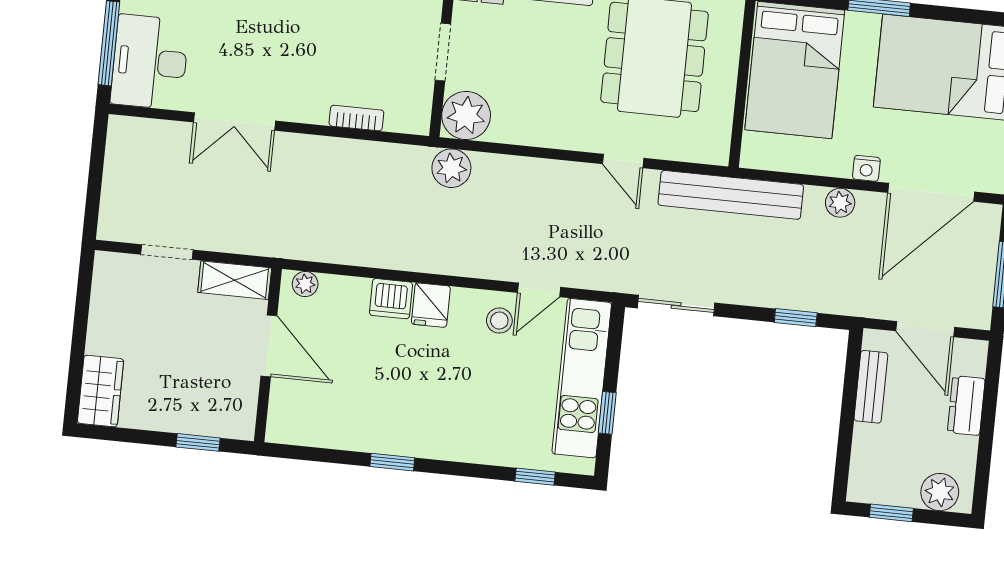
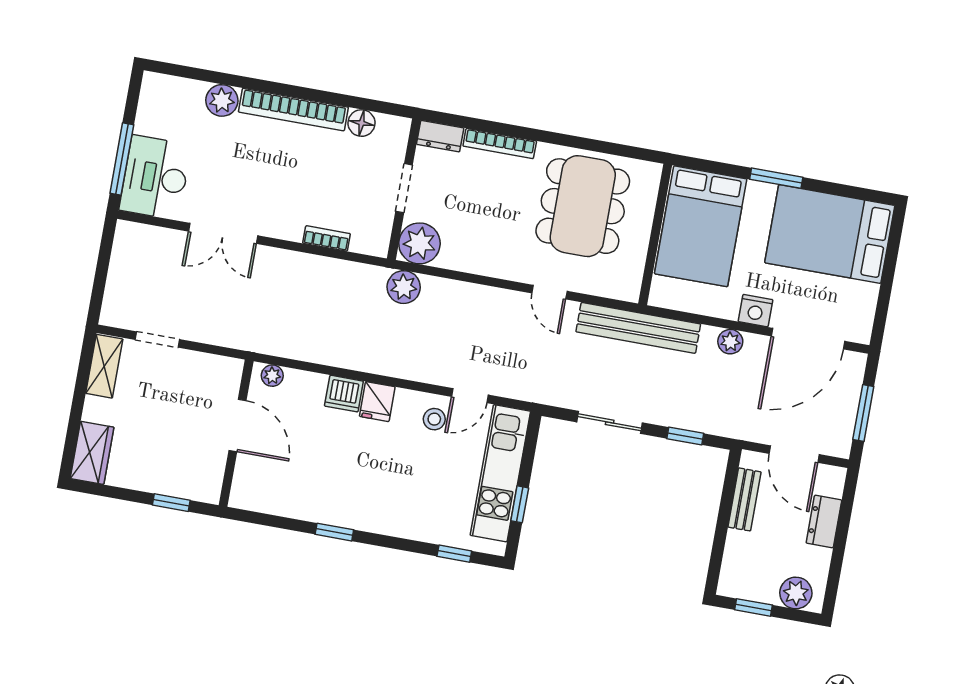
nightstand: (866, 168) -> (755, 311), width x1.39, depth x1.35
shelving: (235, 280) -> (104, 366), moved, turned 90
sliding door: (676, 305) -> (610, 422), moved

